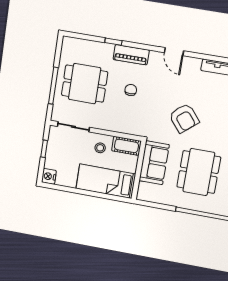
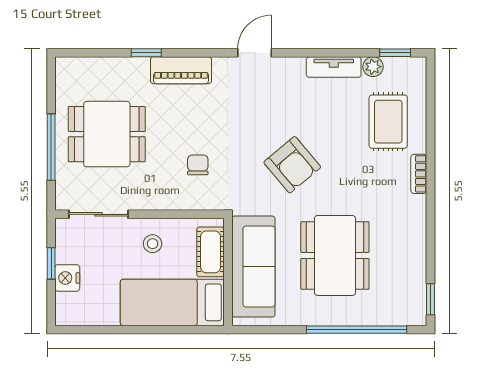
door: (174, 52) -> (255, 53), swing flipped
chair: (131, 90) -> (198, 165), moved
cot: (126, 146) -> (211, 252), moved, turned 90
sofa: (154, 163) -> (253, 267), width x1.36
nightstand: (49, 176) -> (67, 278), moved

